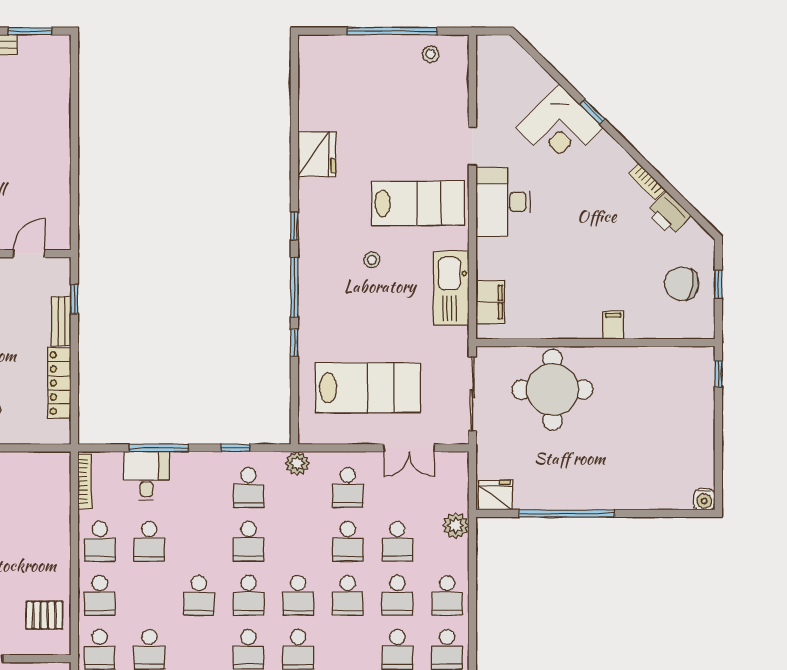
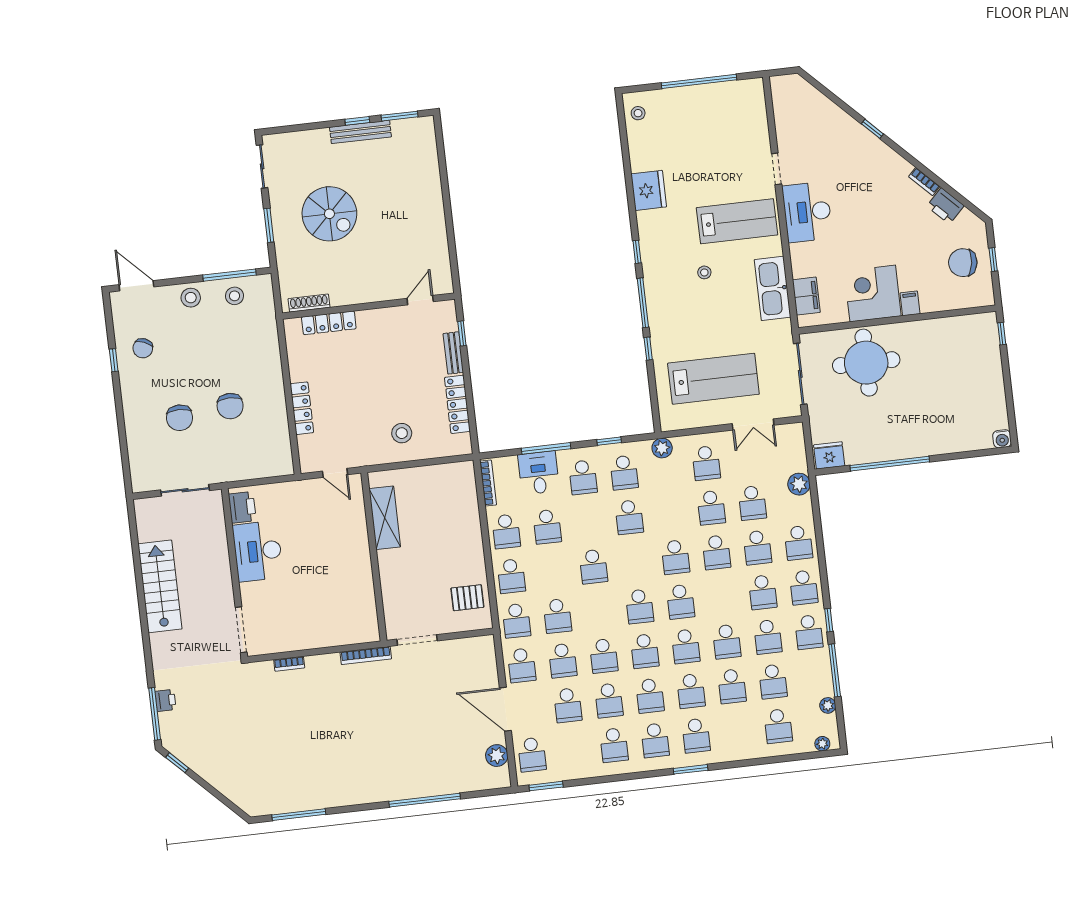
stool: (431, 54) -> (638, 113), moved
corner desk: (560, 128) -> (873, 293), moved, turned 135
school desk: (249, 595) -> (583, 477), moved

